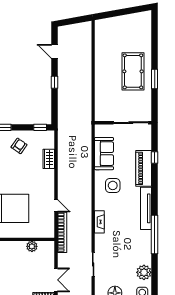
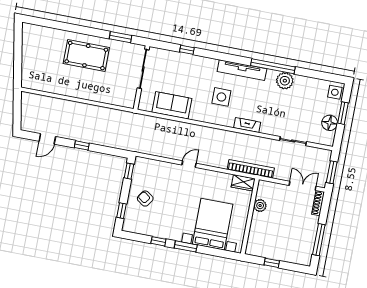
window: (155, 79) -> (120, 37), moved
wardrobe: (49, 159) -> (243, 183), moved
piano: (144, 168) -> (197, 64), removed
side table: (113, 185) -> (221, 97), moved
door: (56, 206) -> (189, 164), moved
plant: (144, 272) -> (285, 81), moved

